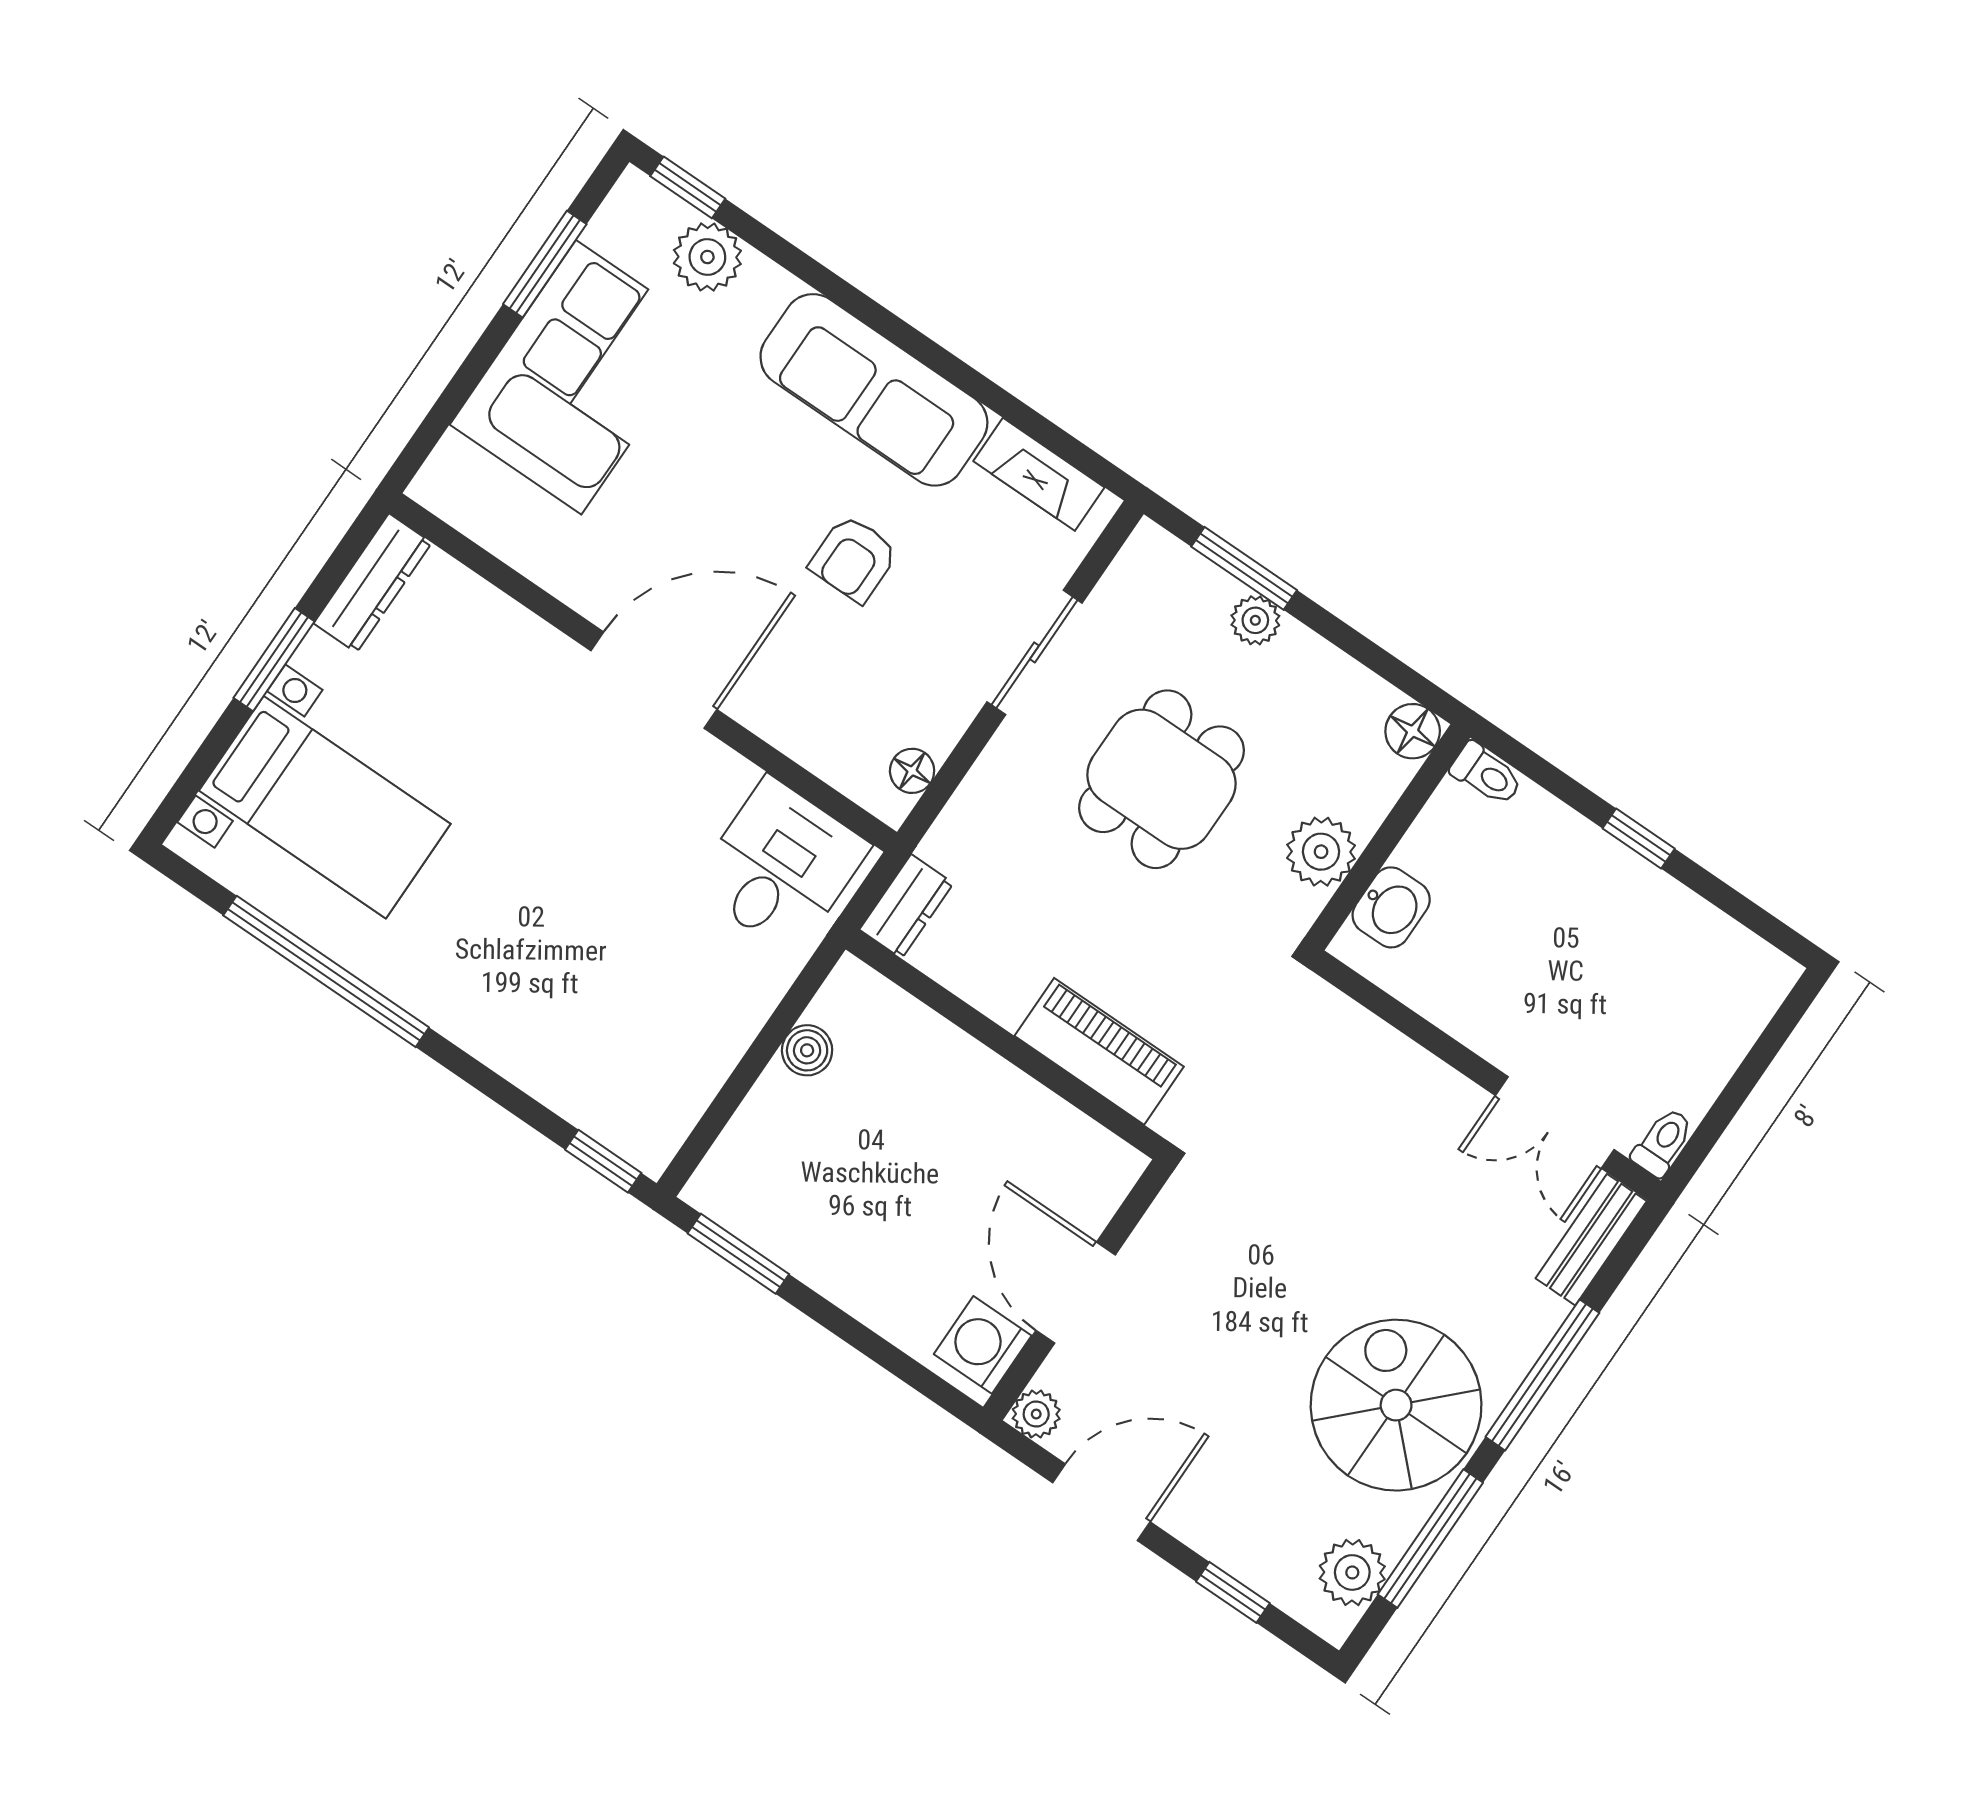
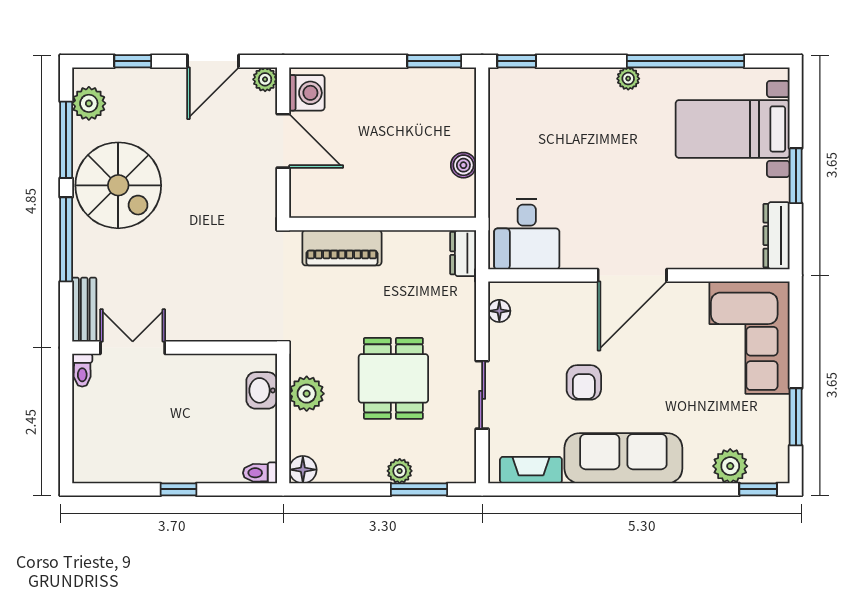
corner sofa: (579, 377) -> (749, 338), moved
armchair: (854, 559) -> (584, 382), turned 180
plant: (440, 1007) -> (628, 79), added

